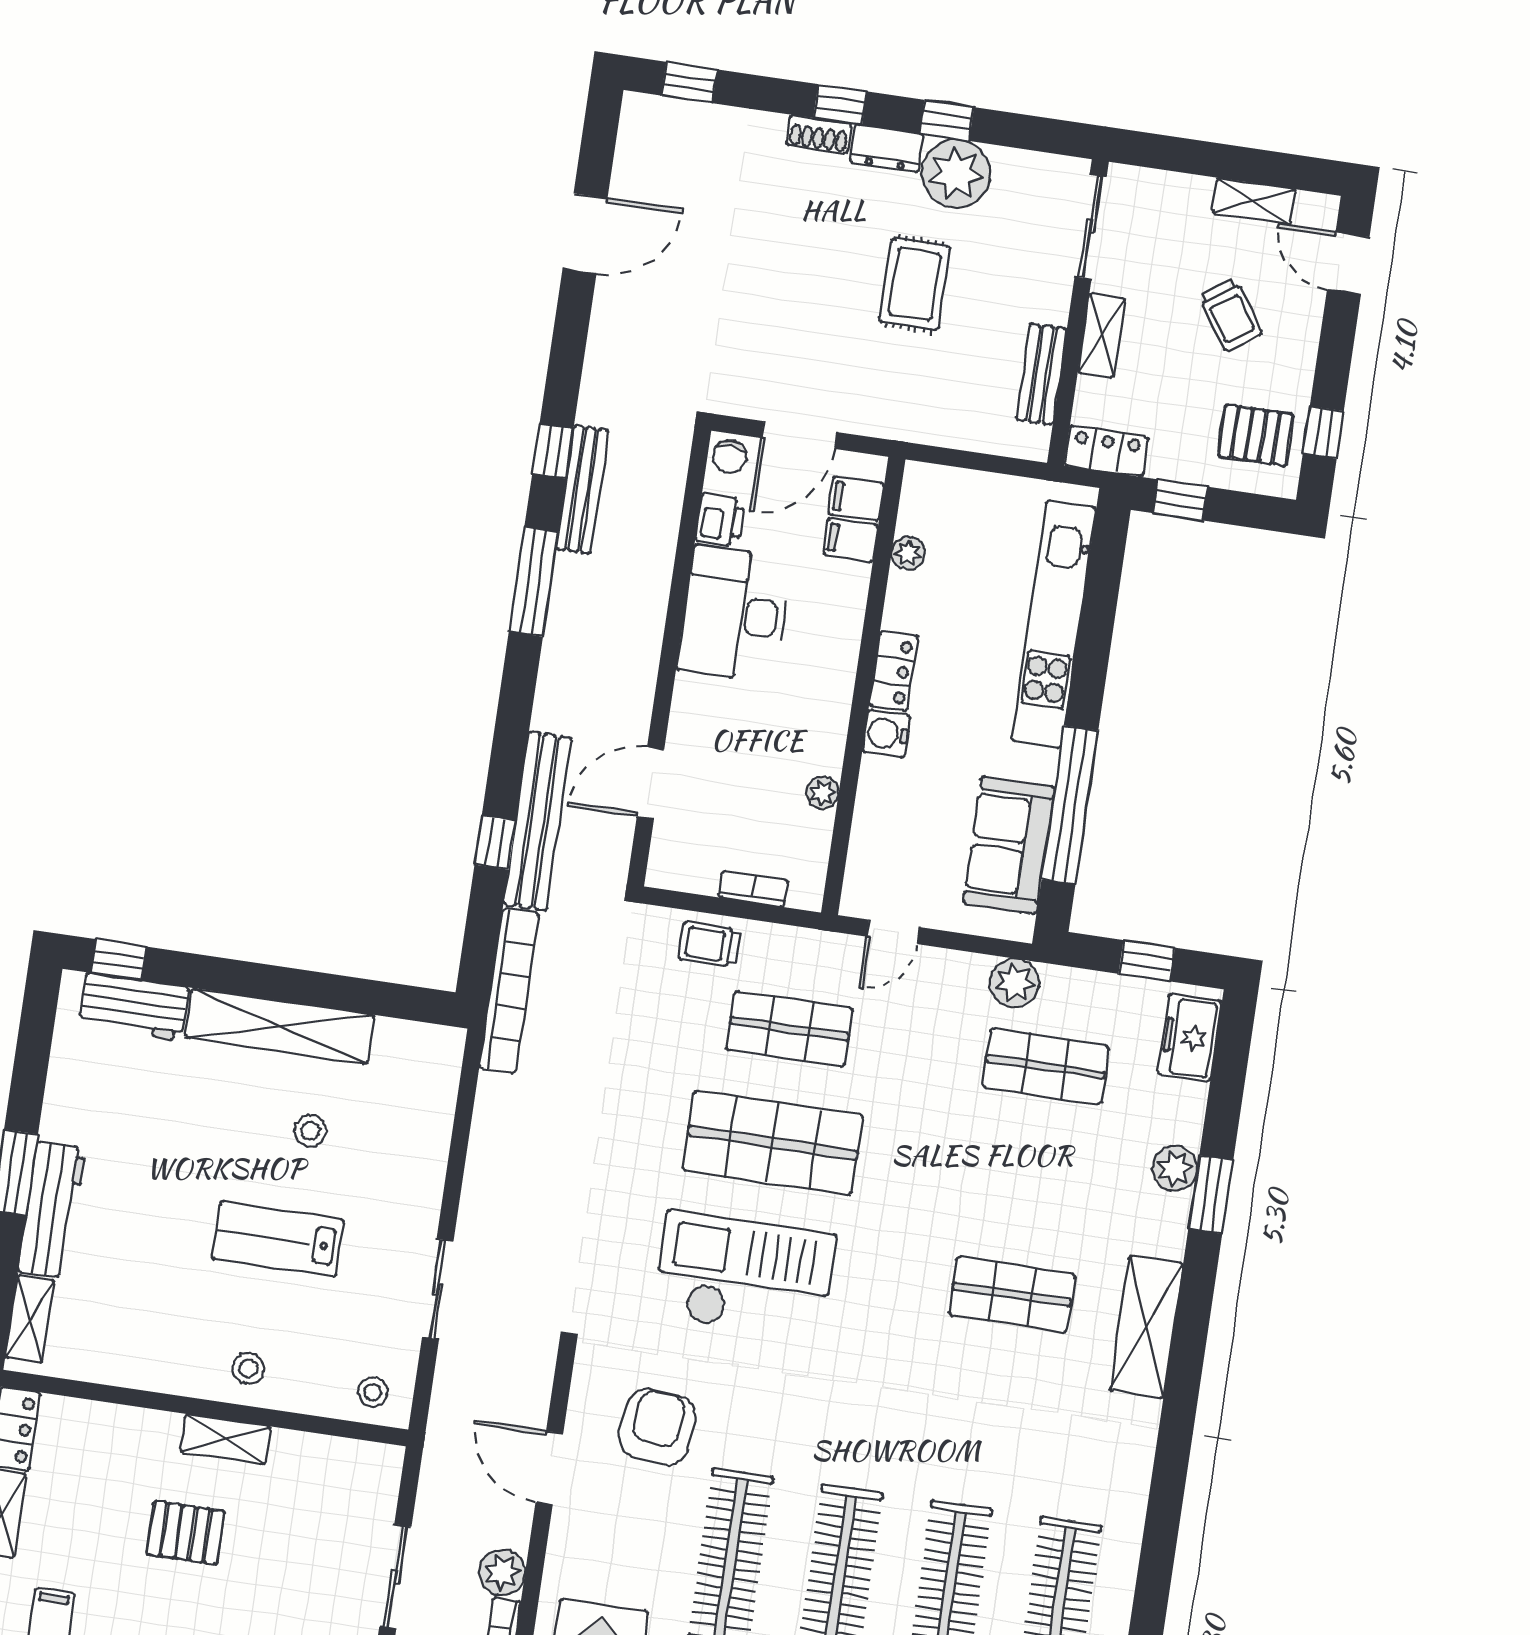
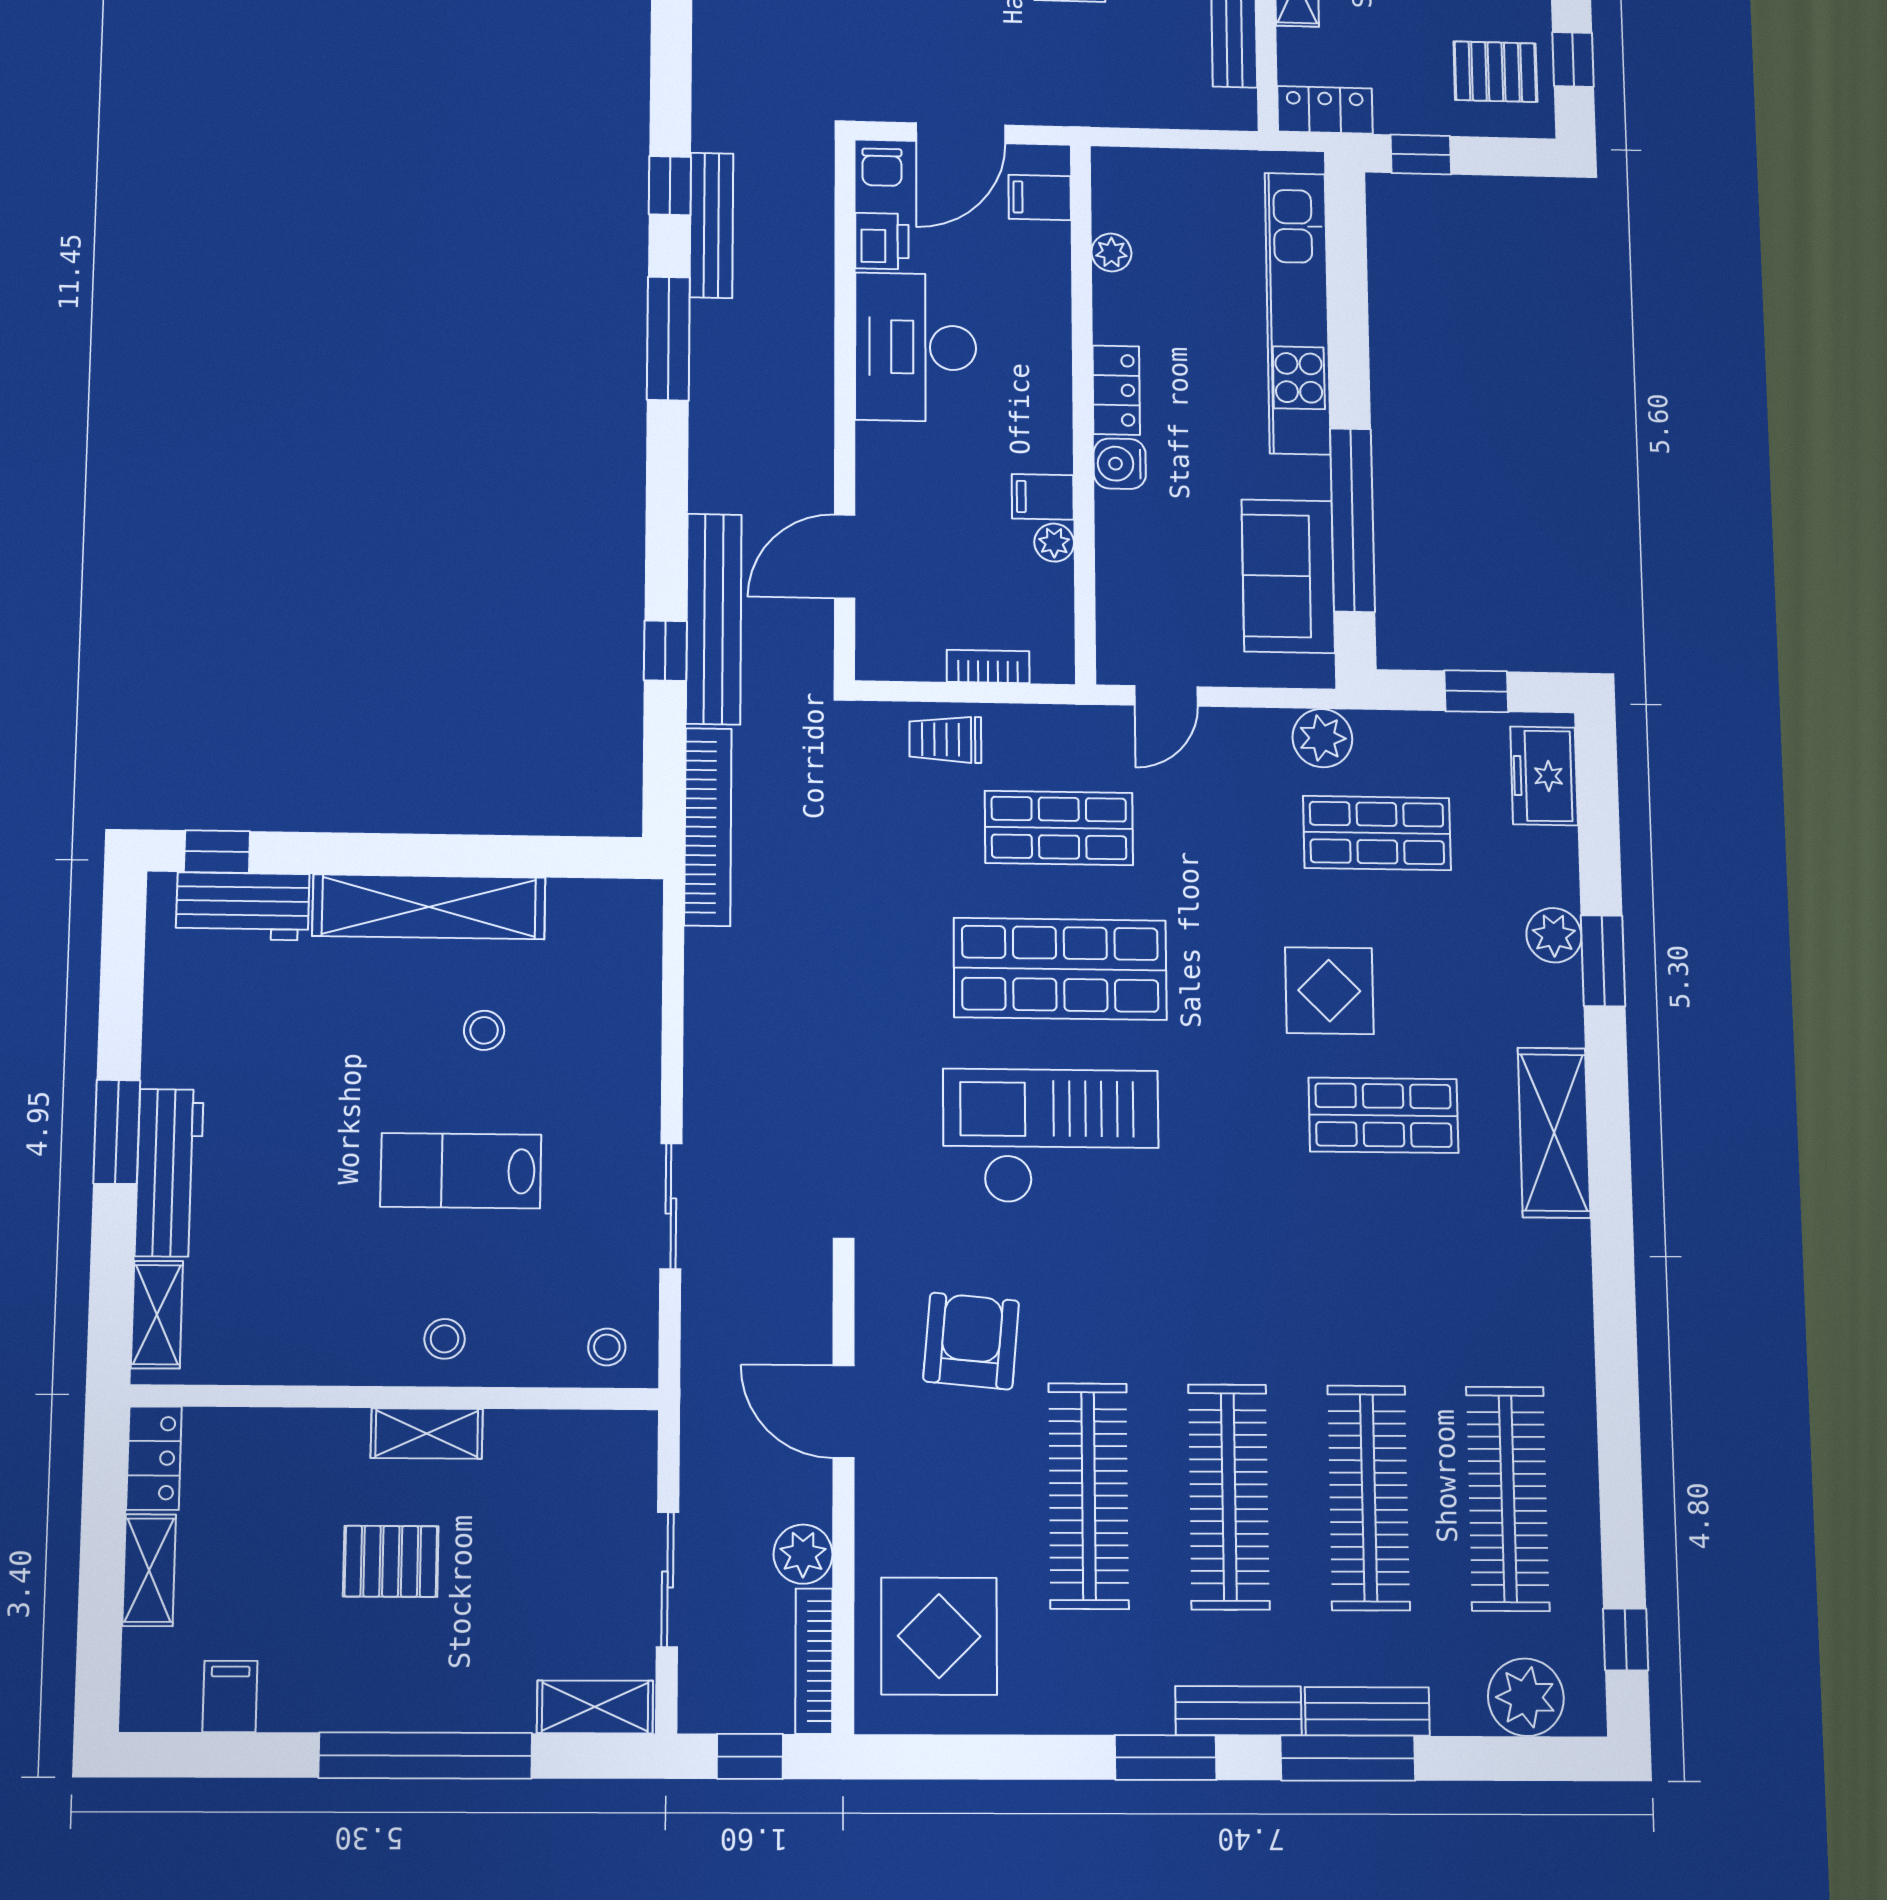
filing cabinet: (851, 540) -> (1043, 497), moved
display table: (985, 1189) -> (1329, 991), added

